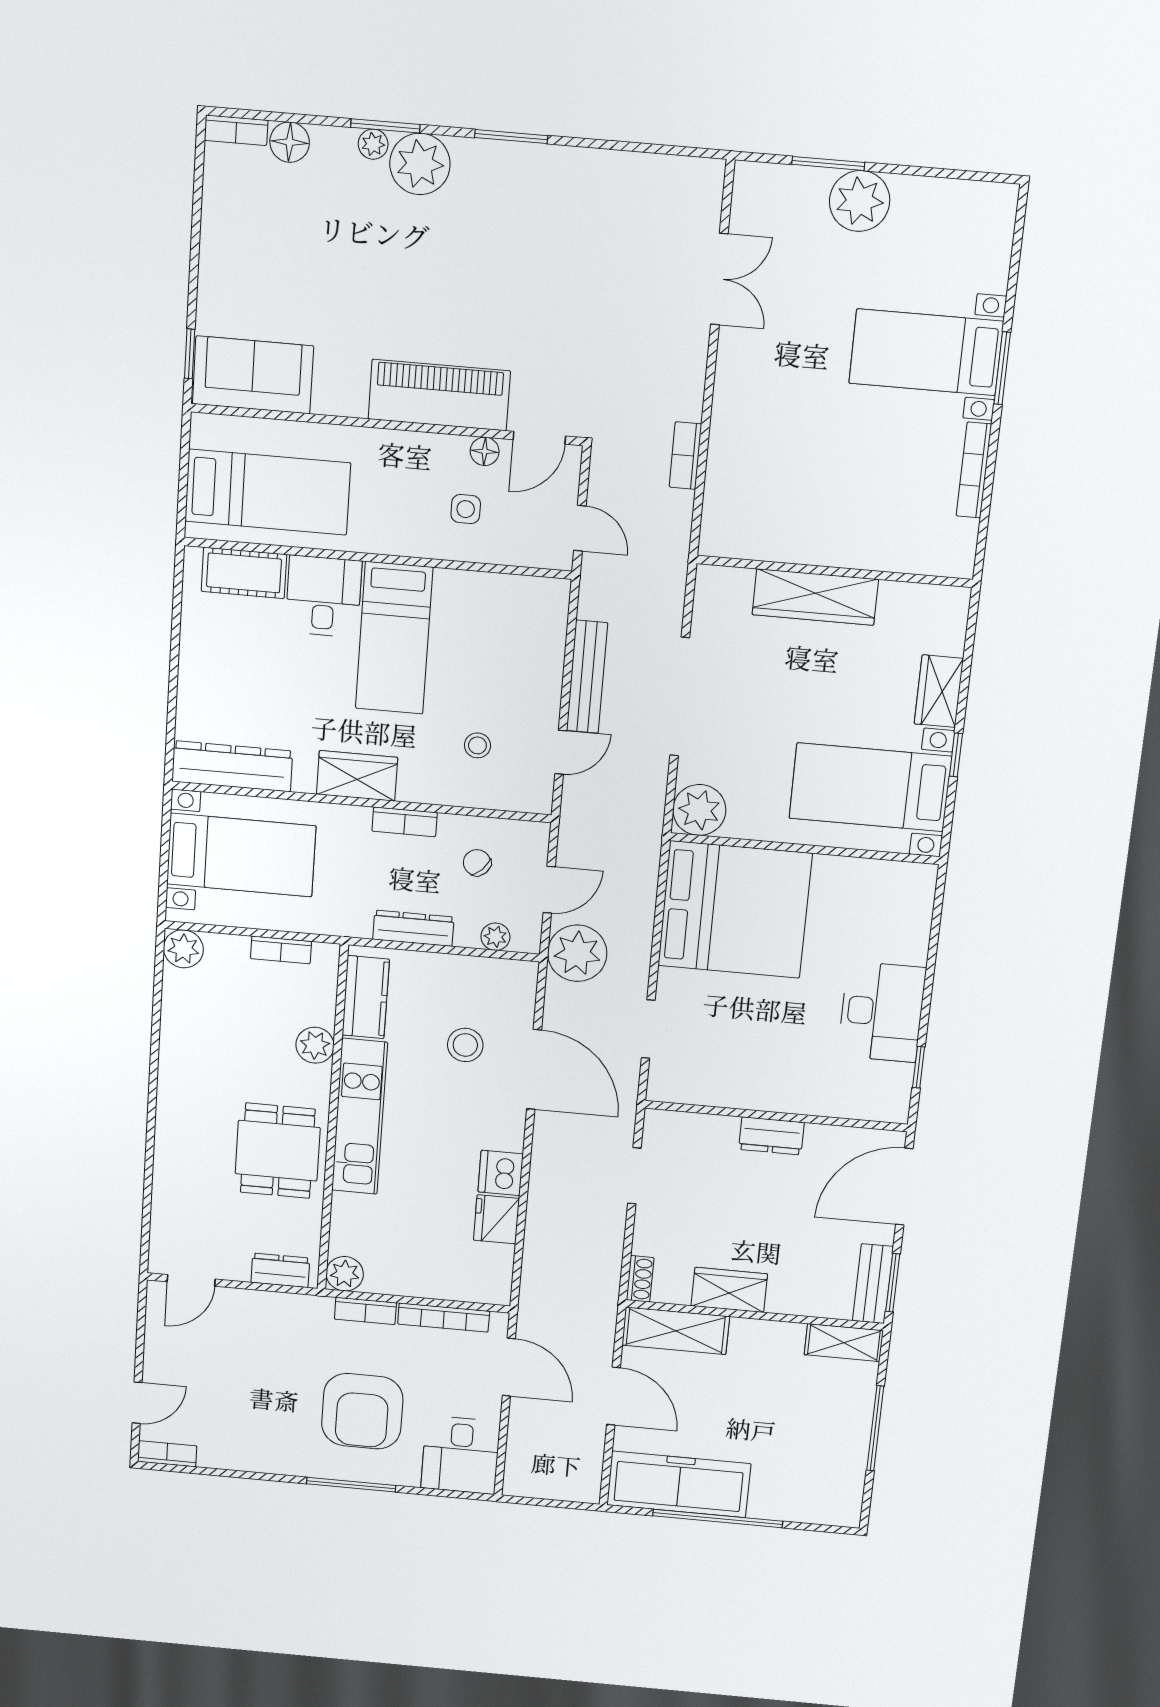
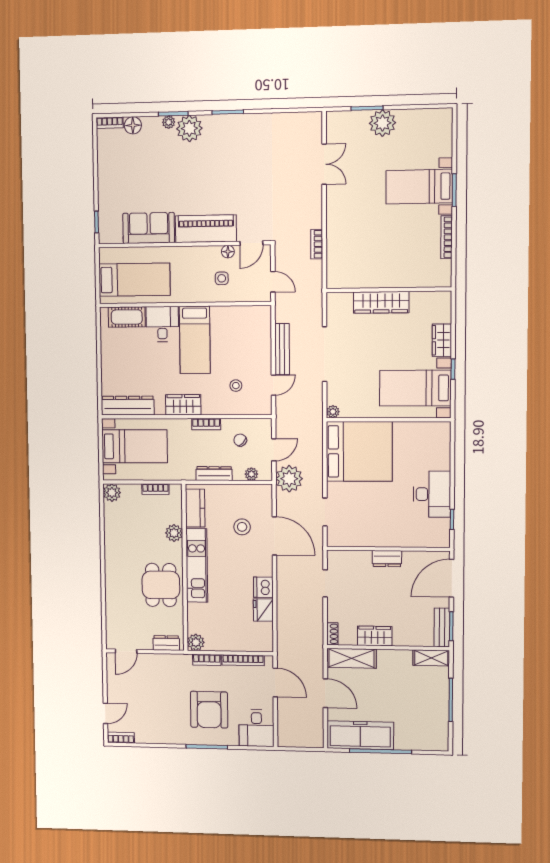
sofa: (253, 375) -> (149, 228), moved
plant: (699, 810) -> (333, 412), width x0.53, depth x0.53

